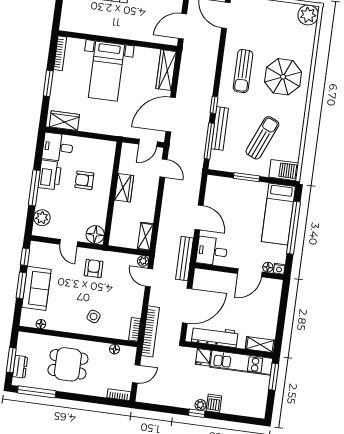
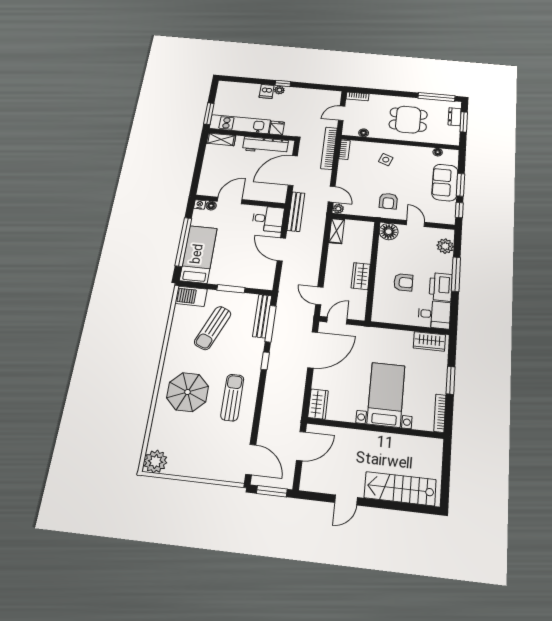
wardrobe: (166, 70) -> (318, 404), width x0.67
bench: (220, 128) -> (262, 316), moved

